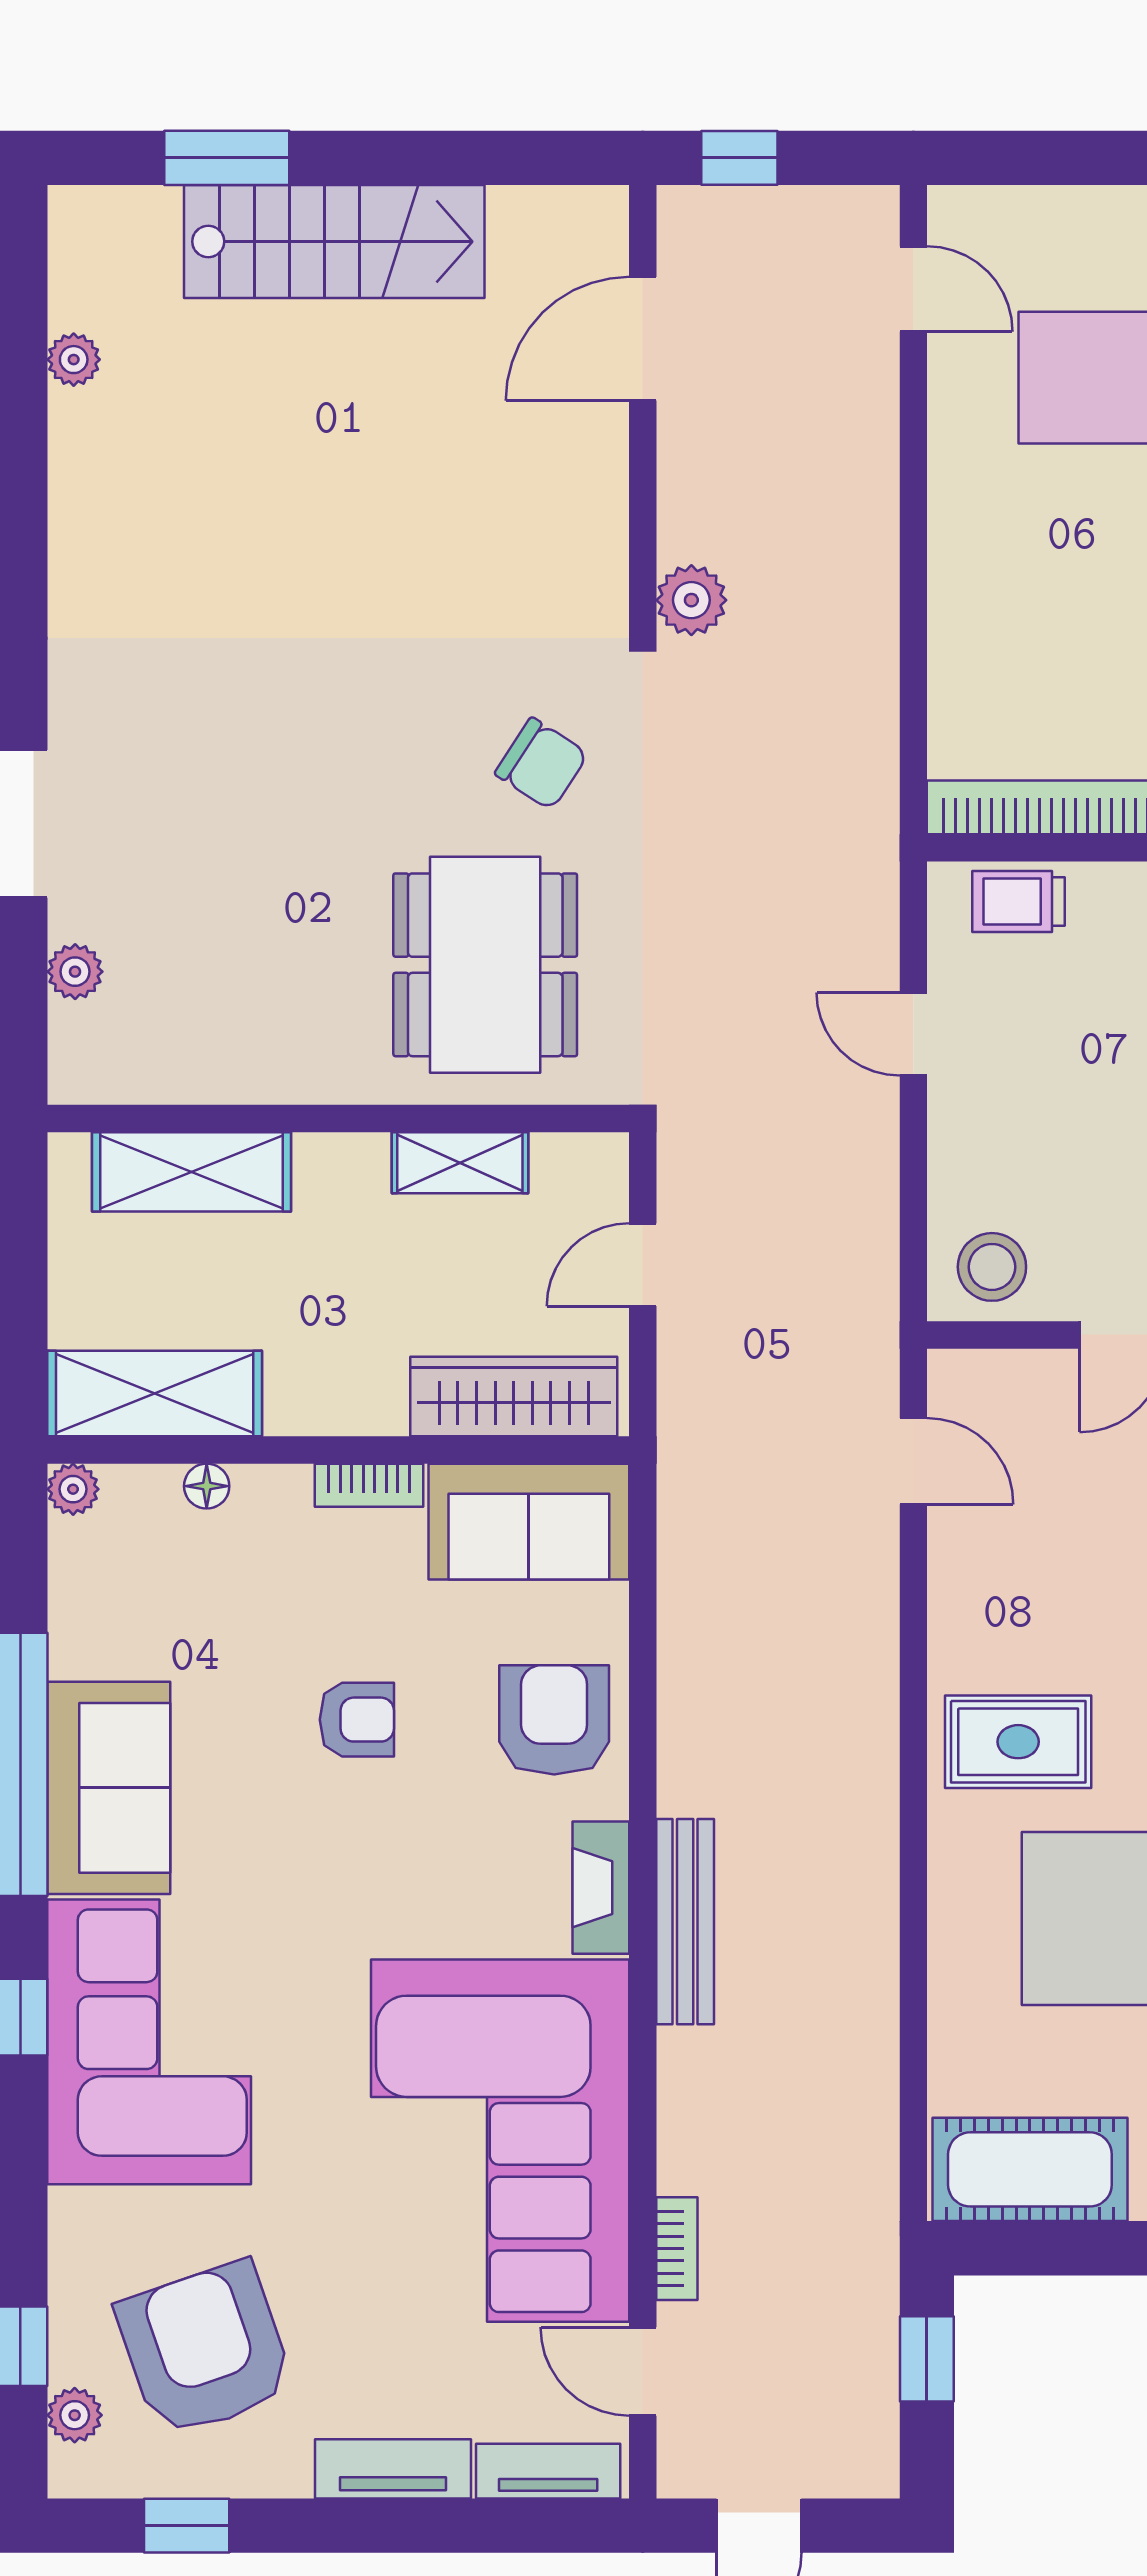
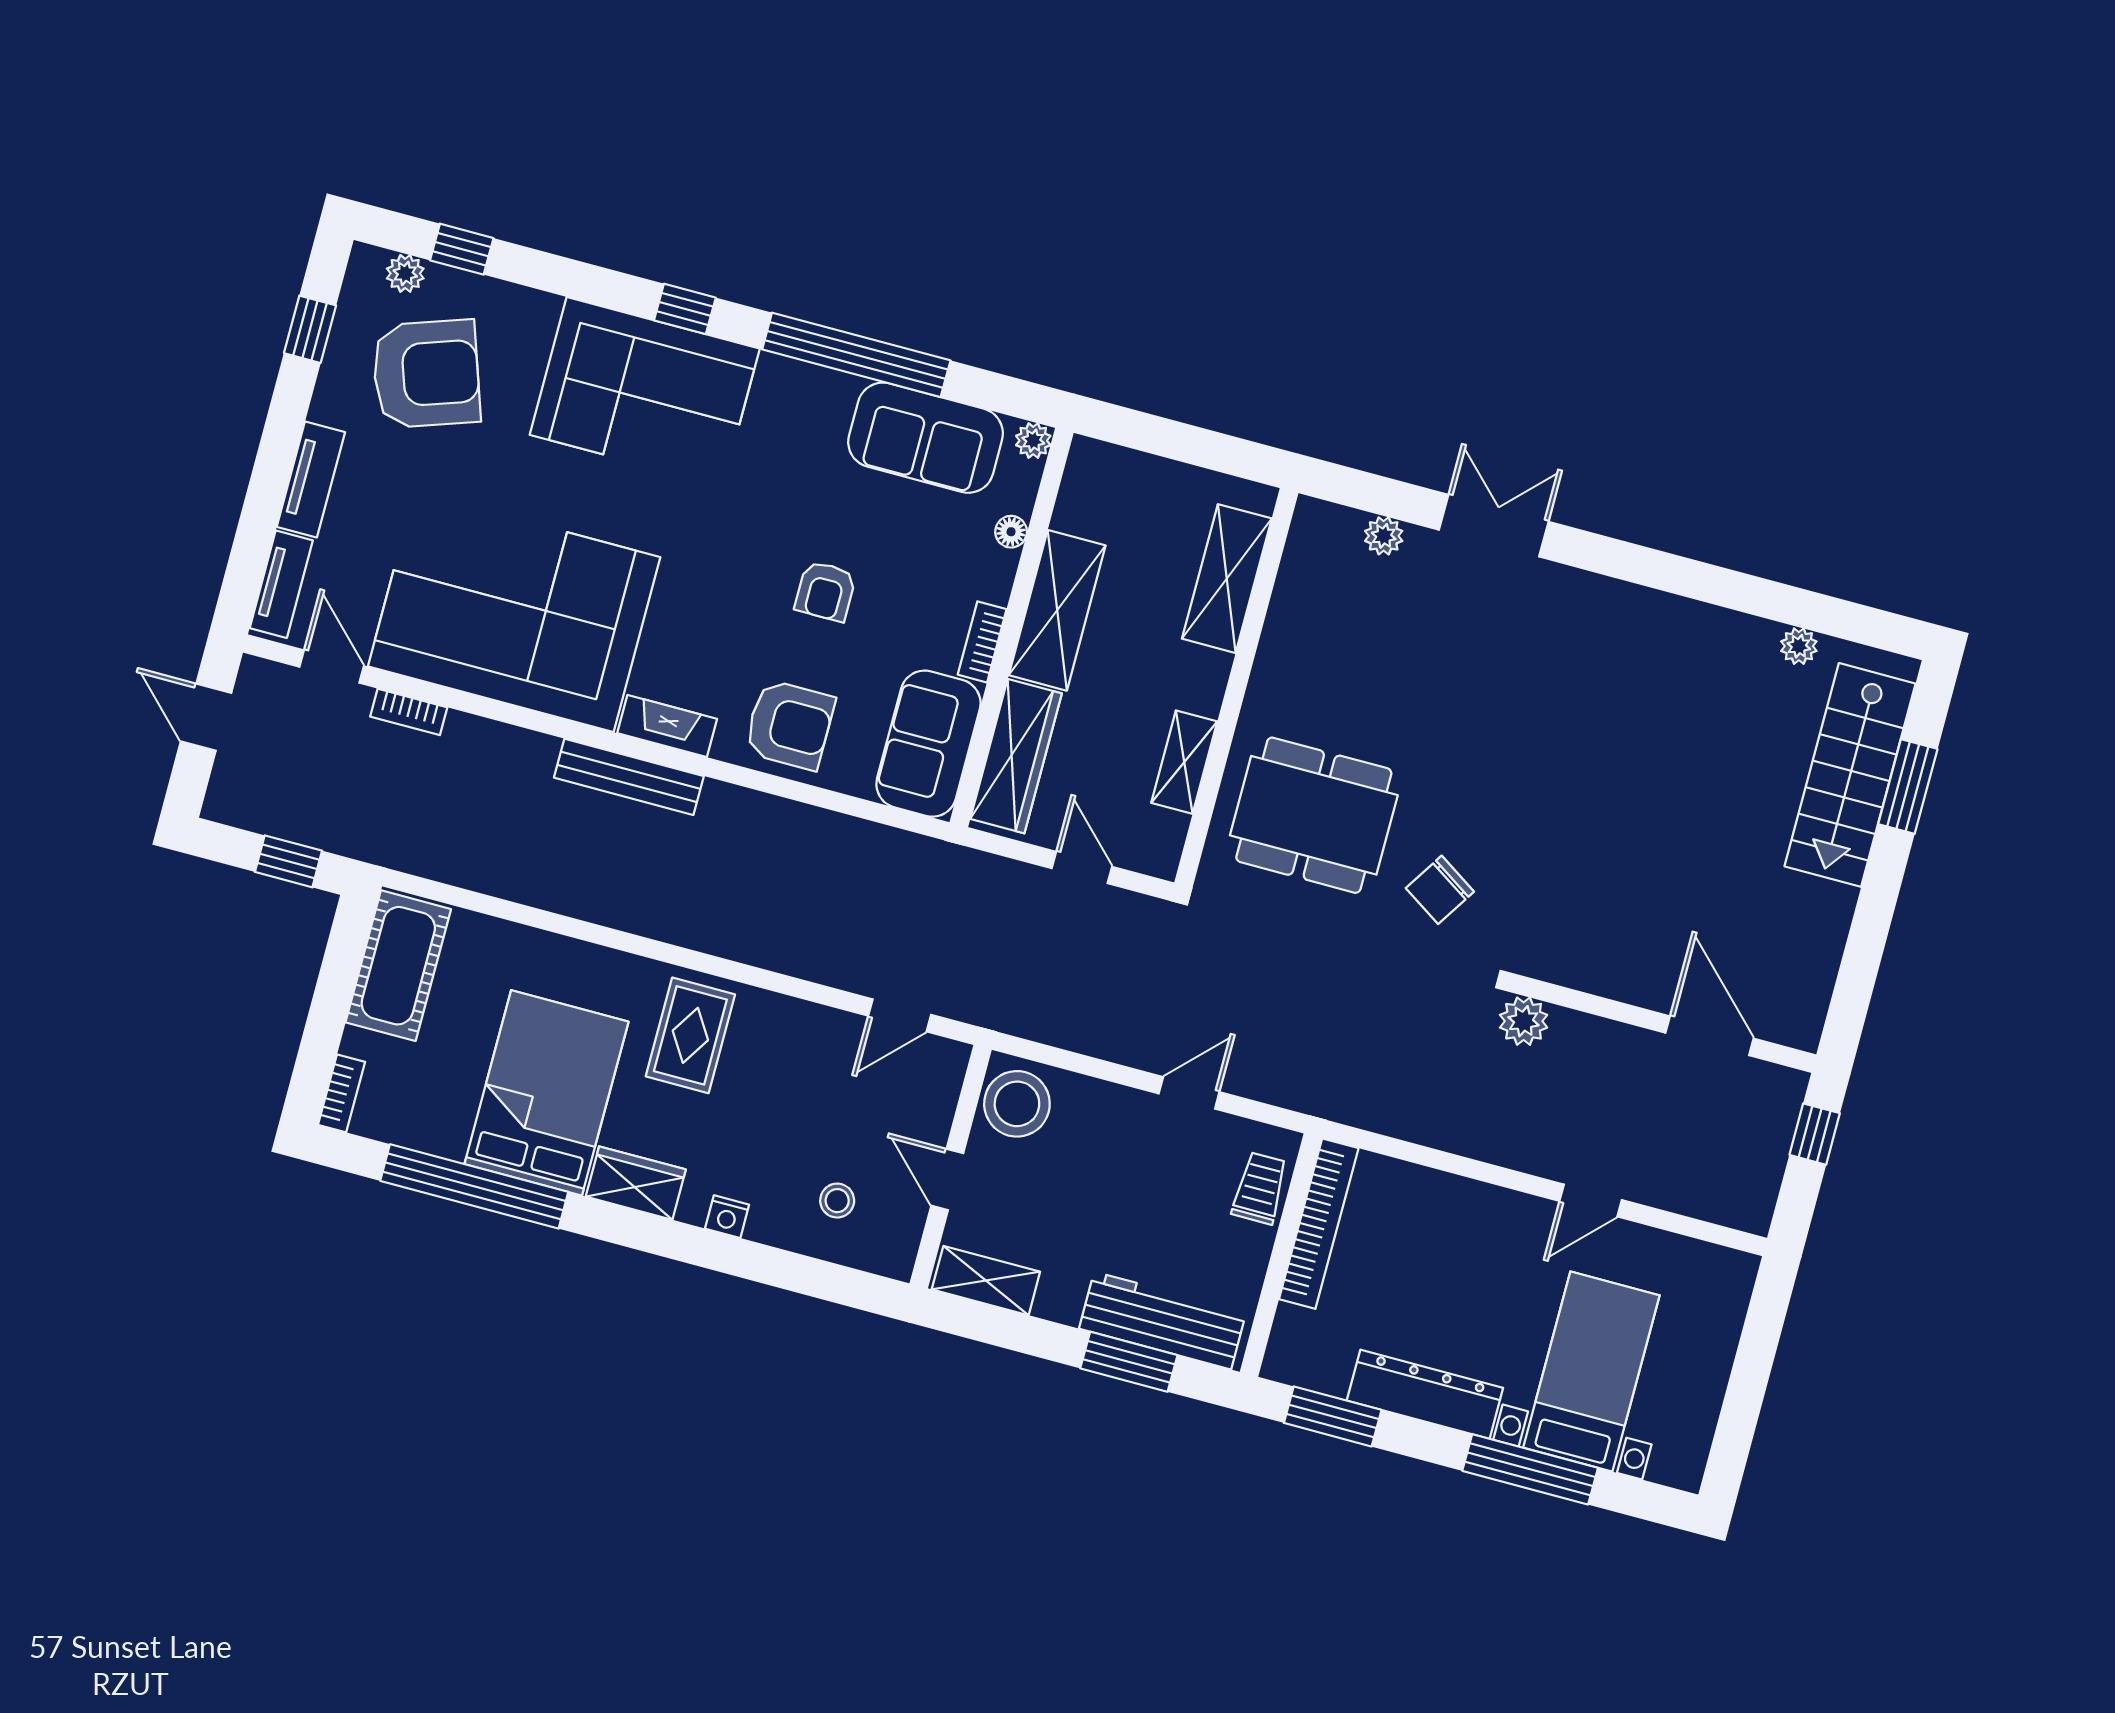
stairs: (334, 242) -> (1850, 775), moved
door: (913, 289) -> (1591, 1200), moved
stool: (992, 1267) -> (1017, 1104), width x1.38, depth x1.38
shelving: (155, 1394) -> (1057, 610), moved
sofa: (109, 1788) -> (926, 438), moved
door: (643, 2371) -> (332, 666), hinge flipped

